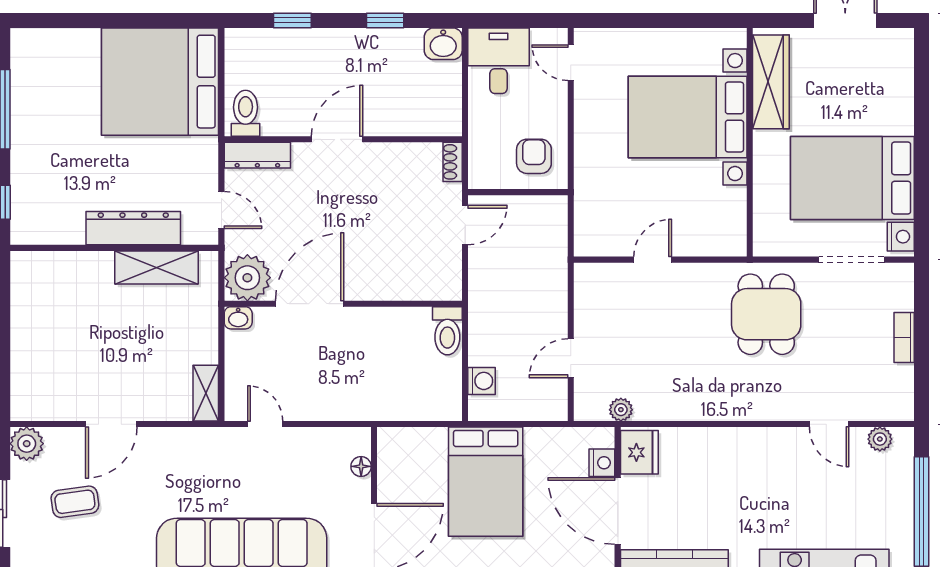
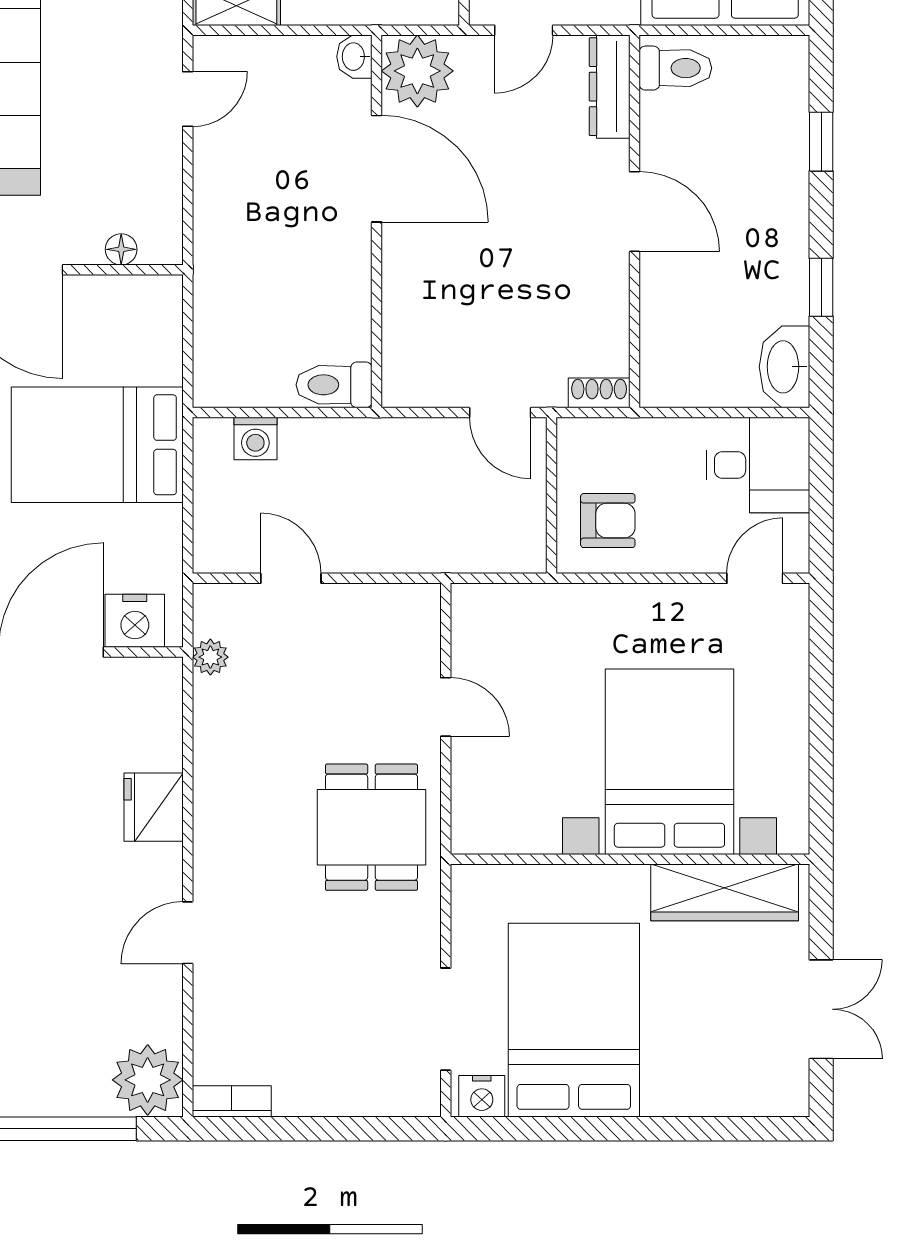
washbasin: (443, 44) -> (784, 367), width x1.38
dining table: (766, 314) -> (371, 827), moved, turned 90
bookcase: (904, 338) -> (232, 1101), moved
door: (829, 424) -> (188, 933), moved
plant: (880, 439) -> (148, 1080), width x1.88, depth x1.88
fridge: (639, 452) -> (154, 807), moved, turned 90
nightstand: (602, 463) -> (135, 621), width x1.36, depth x1.33

